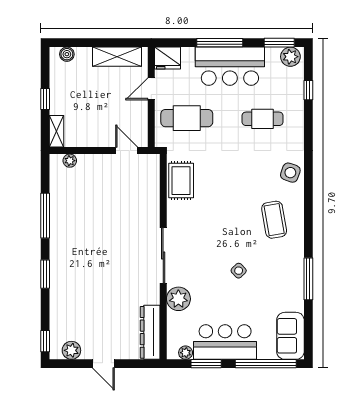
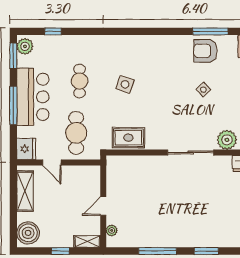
boiler: (67, 54) -> (28, 233), width x1.86, depth x1.86
cafe table: (263, 119) -> (80, 81), moved
door: (127, 151) -> (103, 206), moved
side table: (290, 173) -> (125, 84), moved
coffee table: (274, 220) -> (161, 60), removed
armchair: (285, 273) -> (205, 51), added

